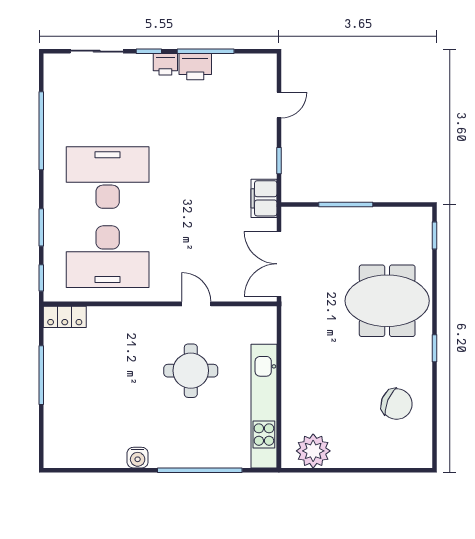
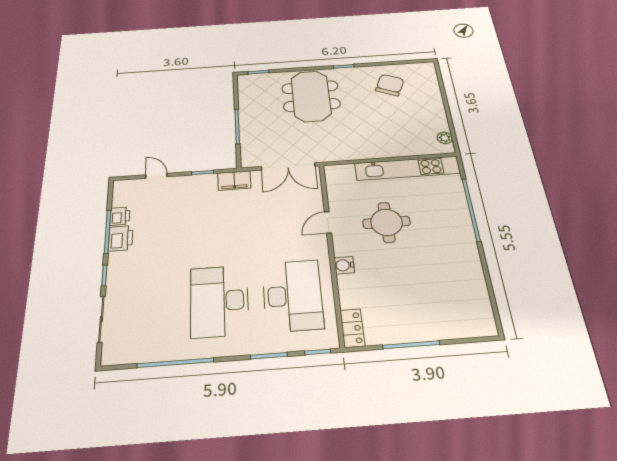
printer: (165, 64) -> (120, 216), moved
plant: (313, 451) -> (445, 138), width x0.53, depth x0.53
water cooler: (138, 458) -> (344, 265), moved, turned 180

